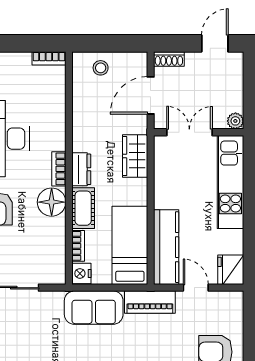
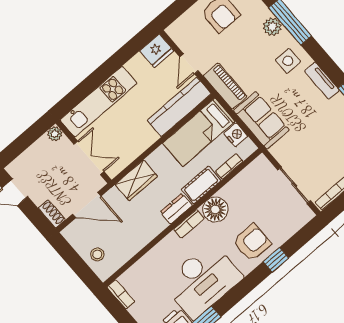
double door: (189, 132) -> (89, 158), swing flipped
nightstand: (81, 273) -> (236, 135), moved, turned -90

